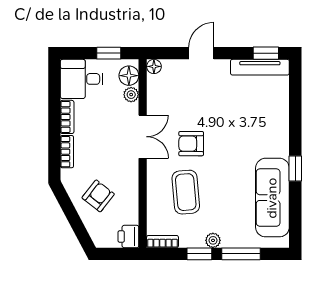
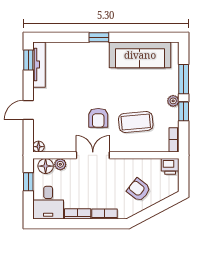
door: (201, 53) -> (28, 110), hinge flipped
window: (295, 169) -> (99, 37), moved

